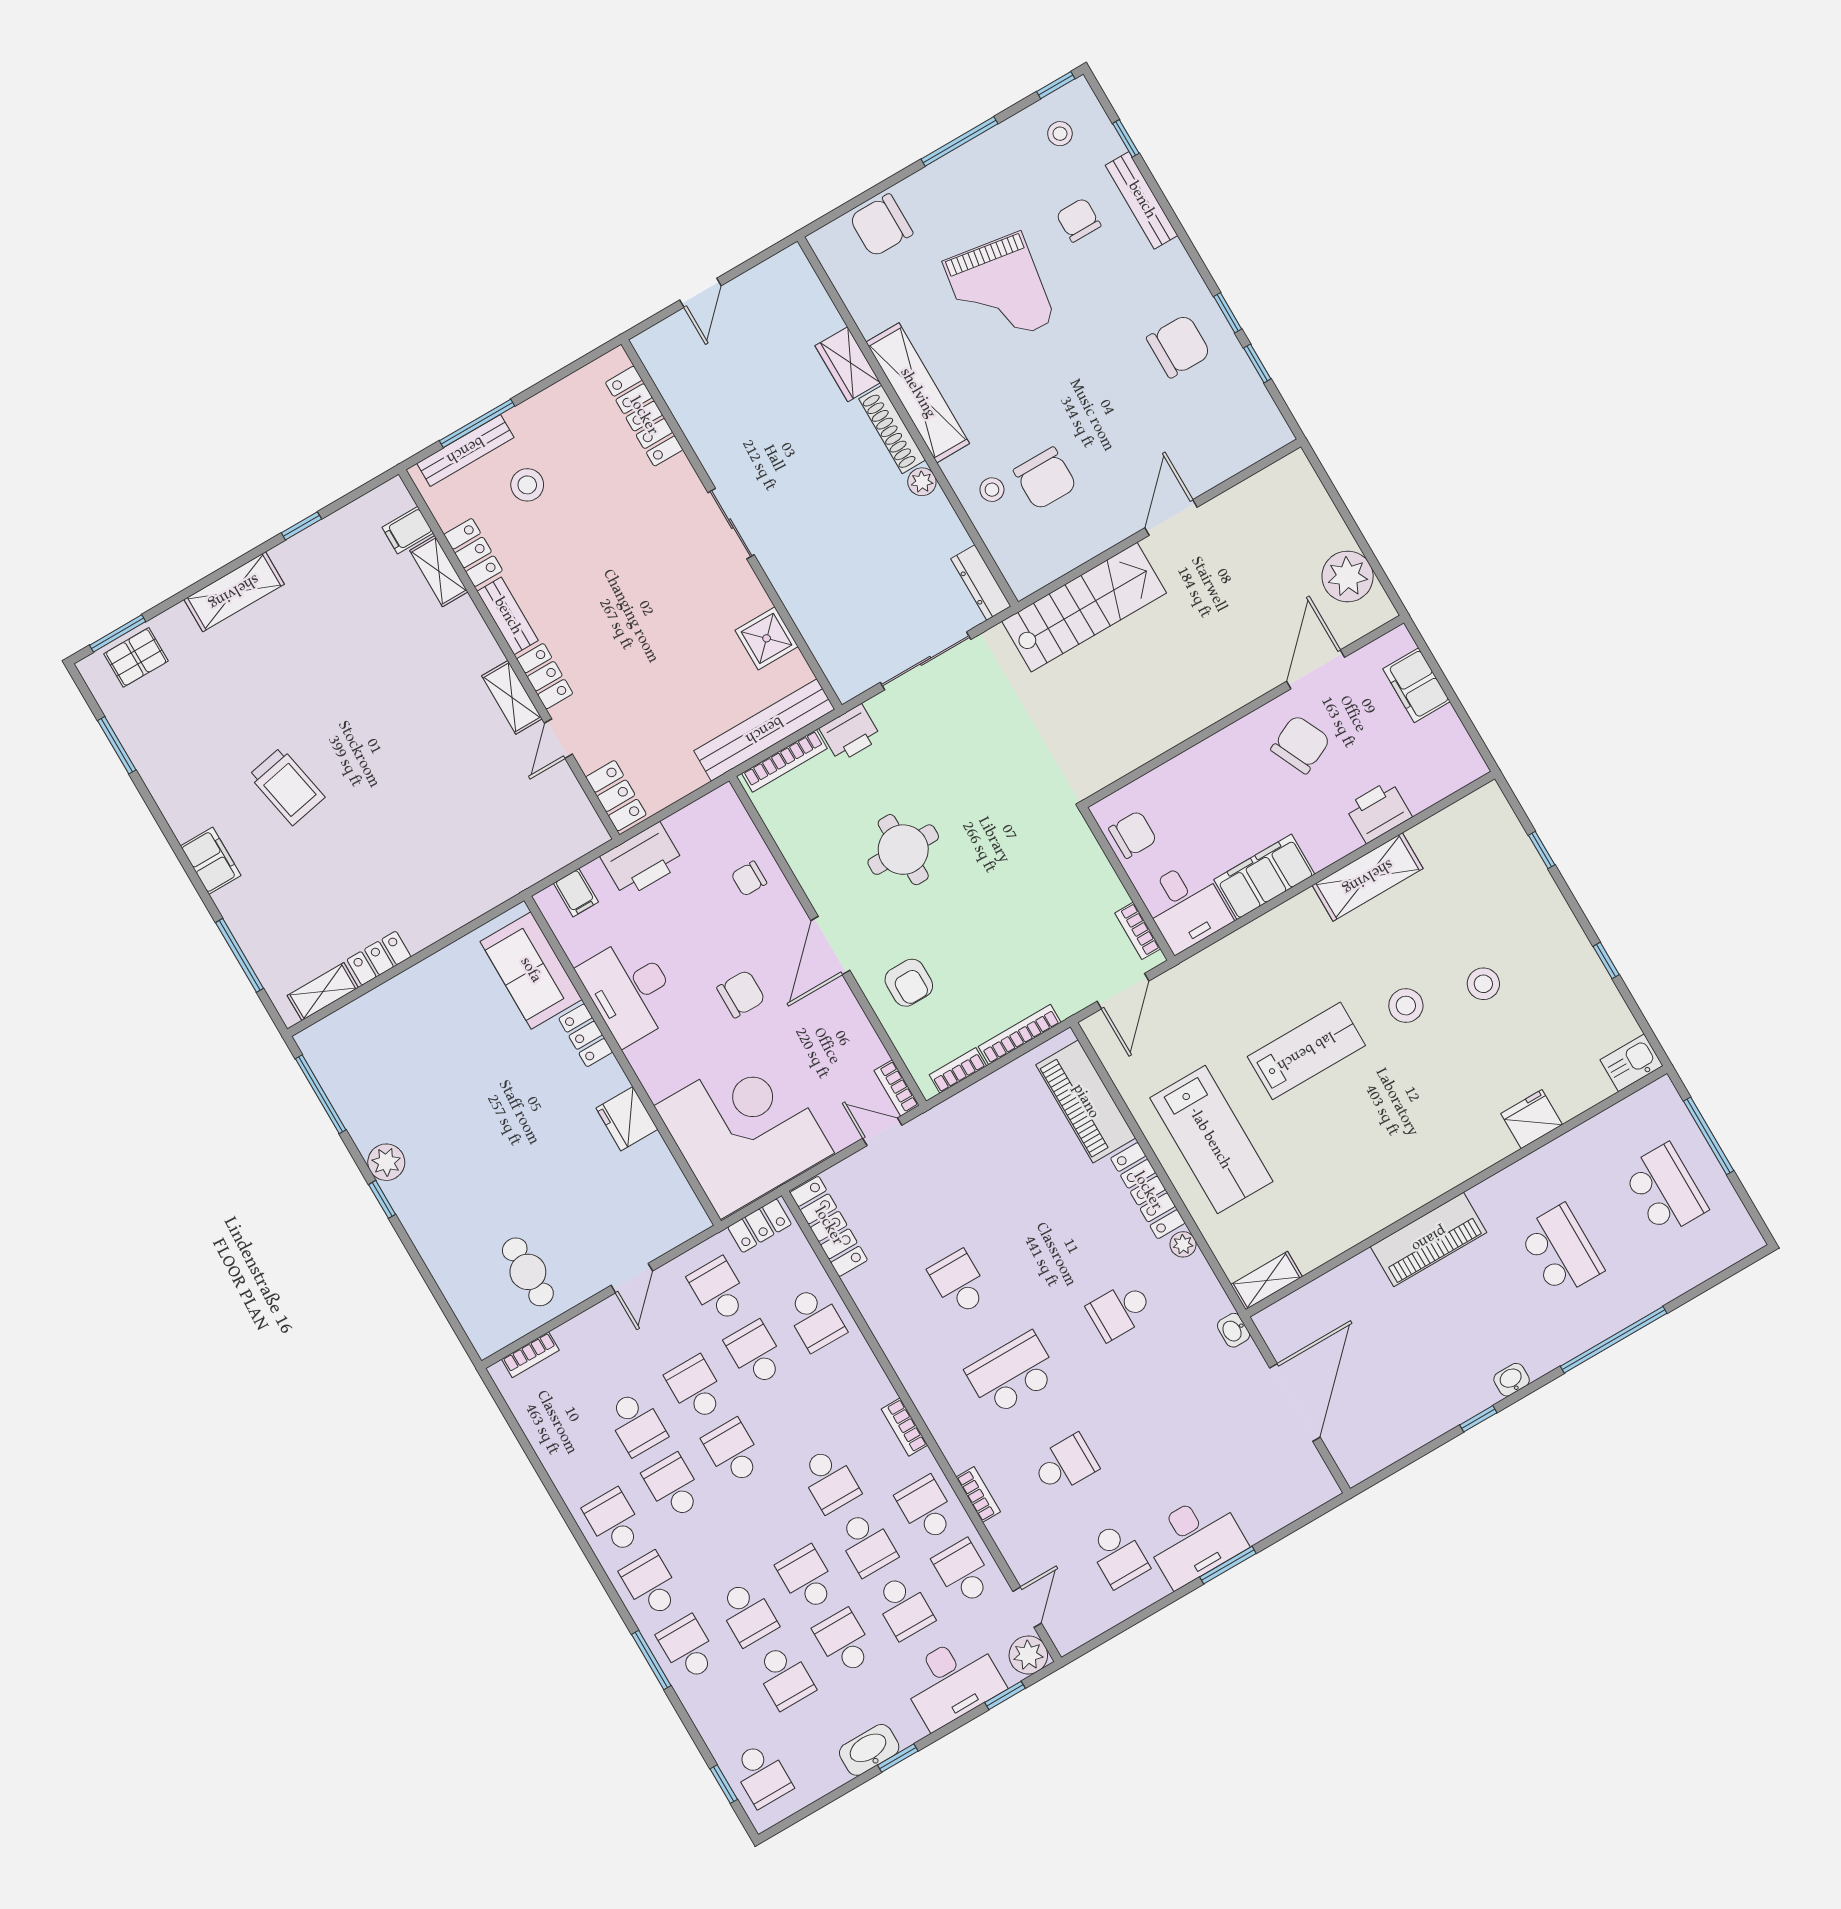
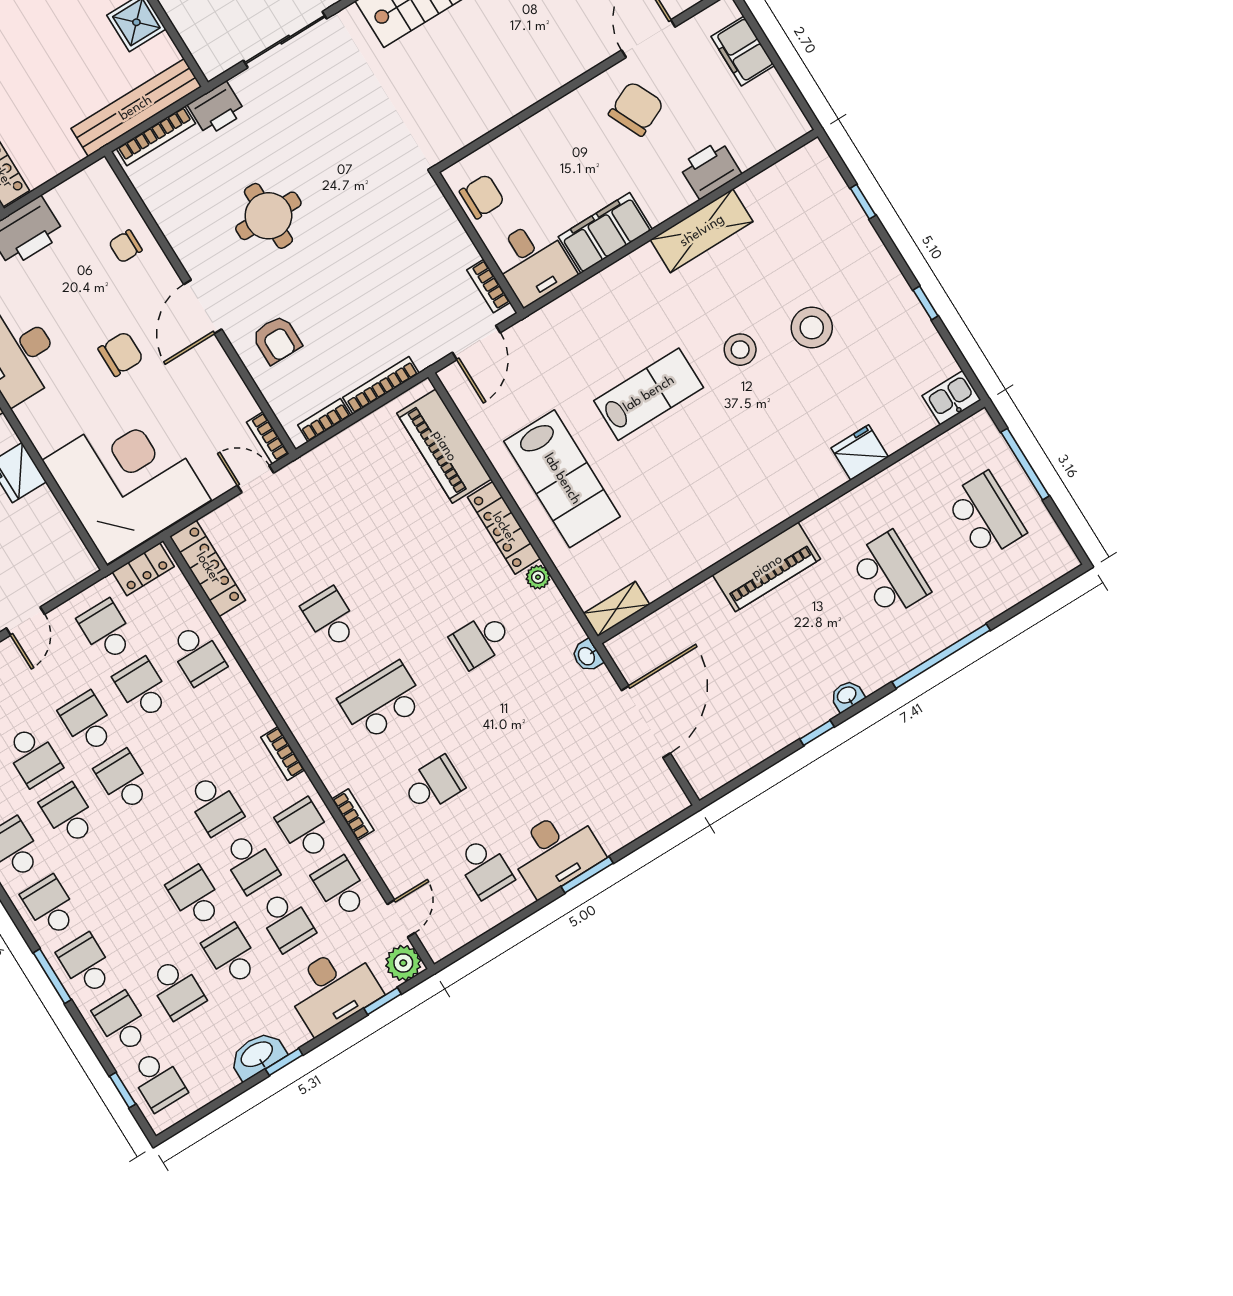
stool: (1483, 984) -> (812, 328), width x1.38, depth x1.38
school desk: (747, 1613) -> (122, 1022), moved, turned 180

